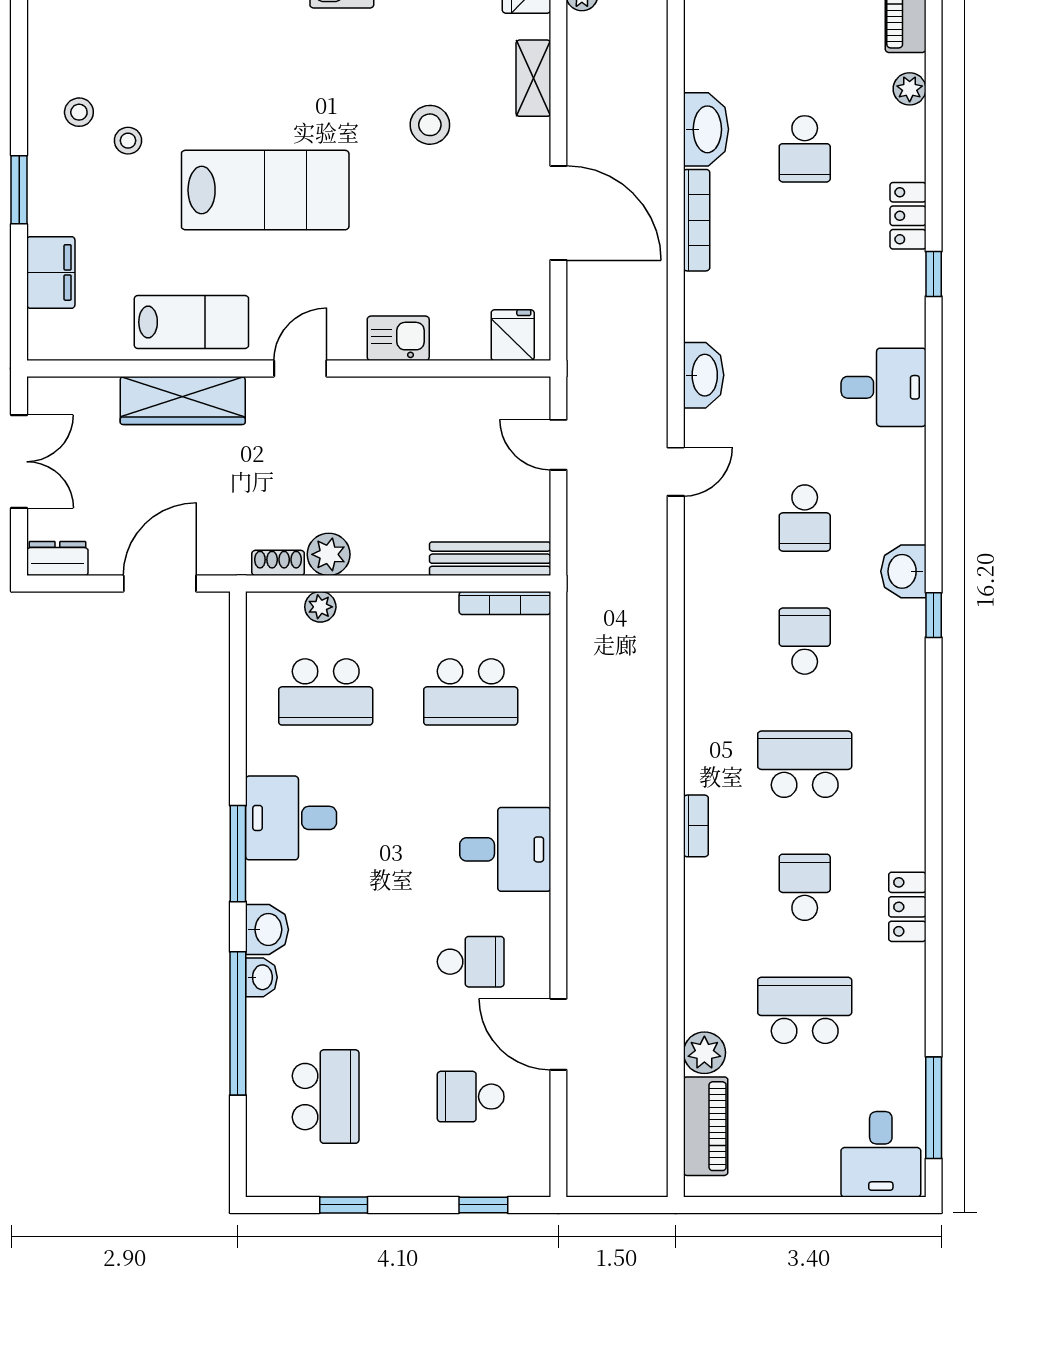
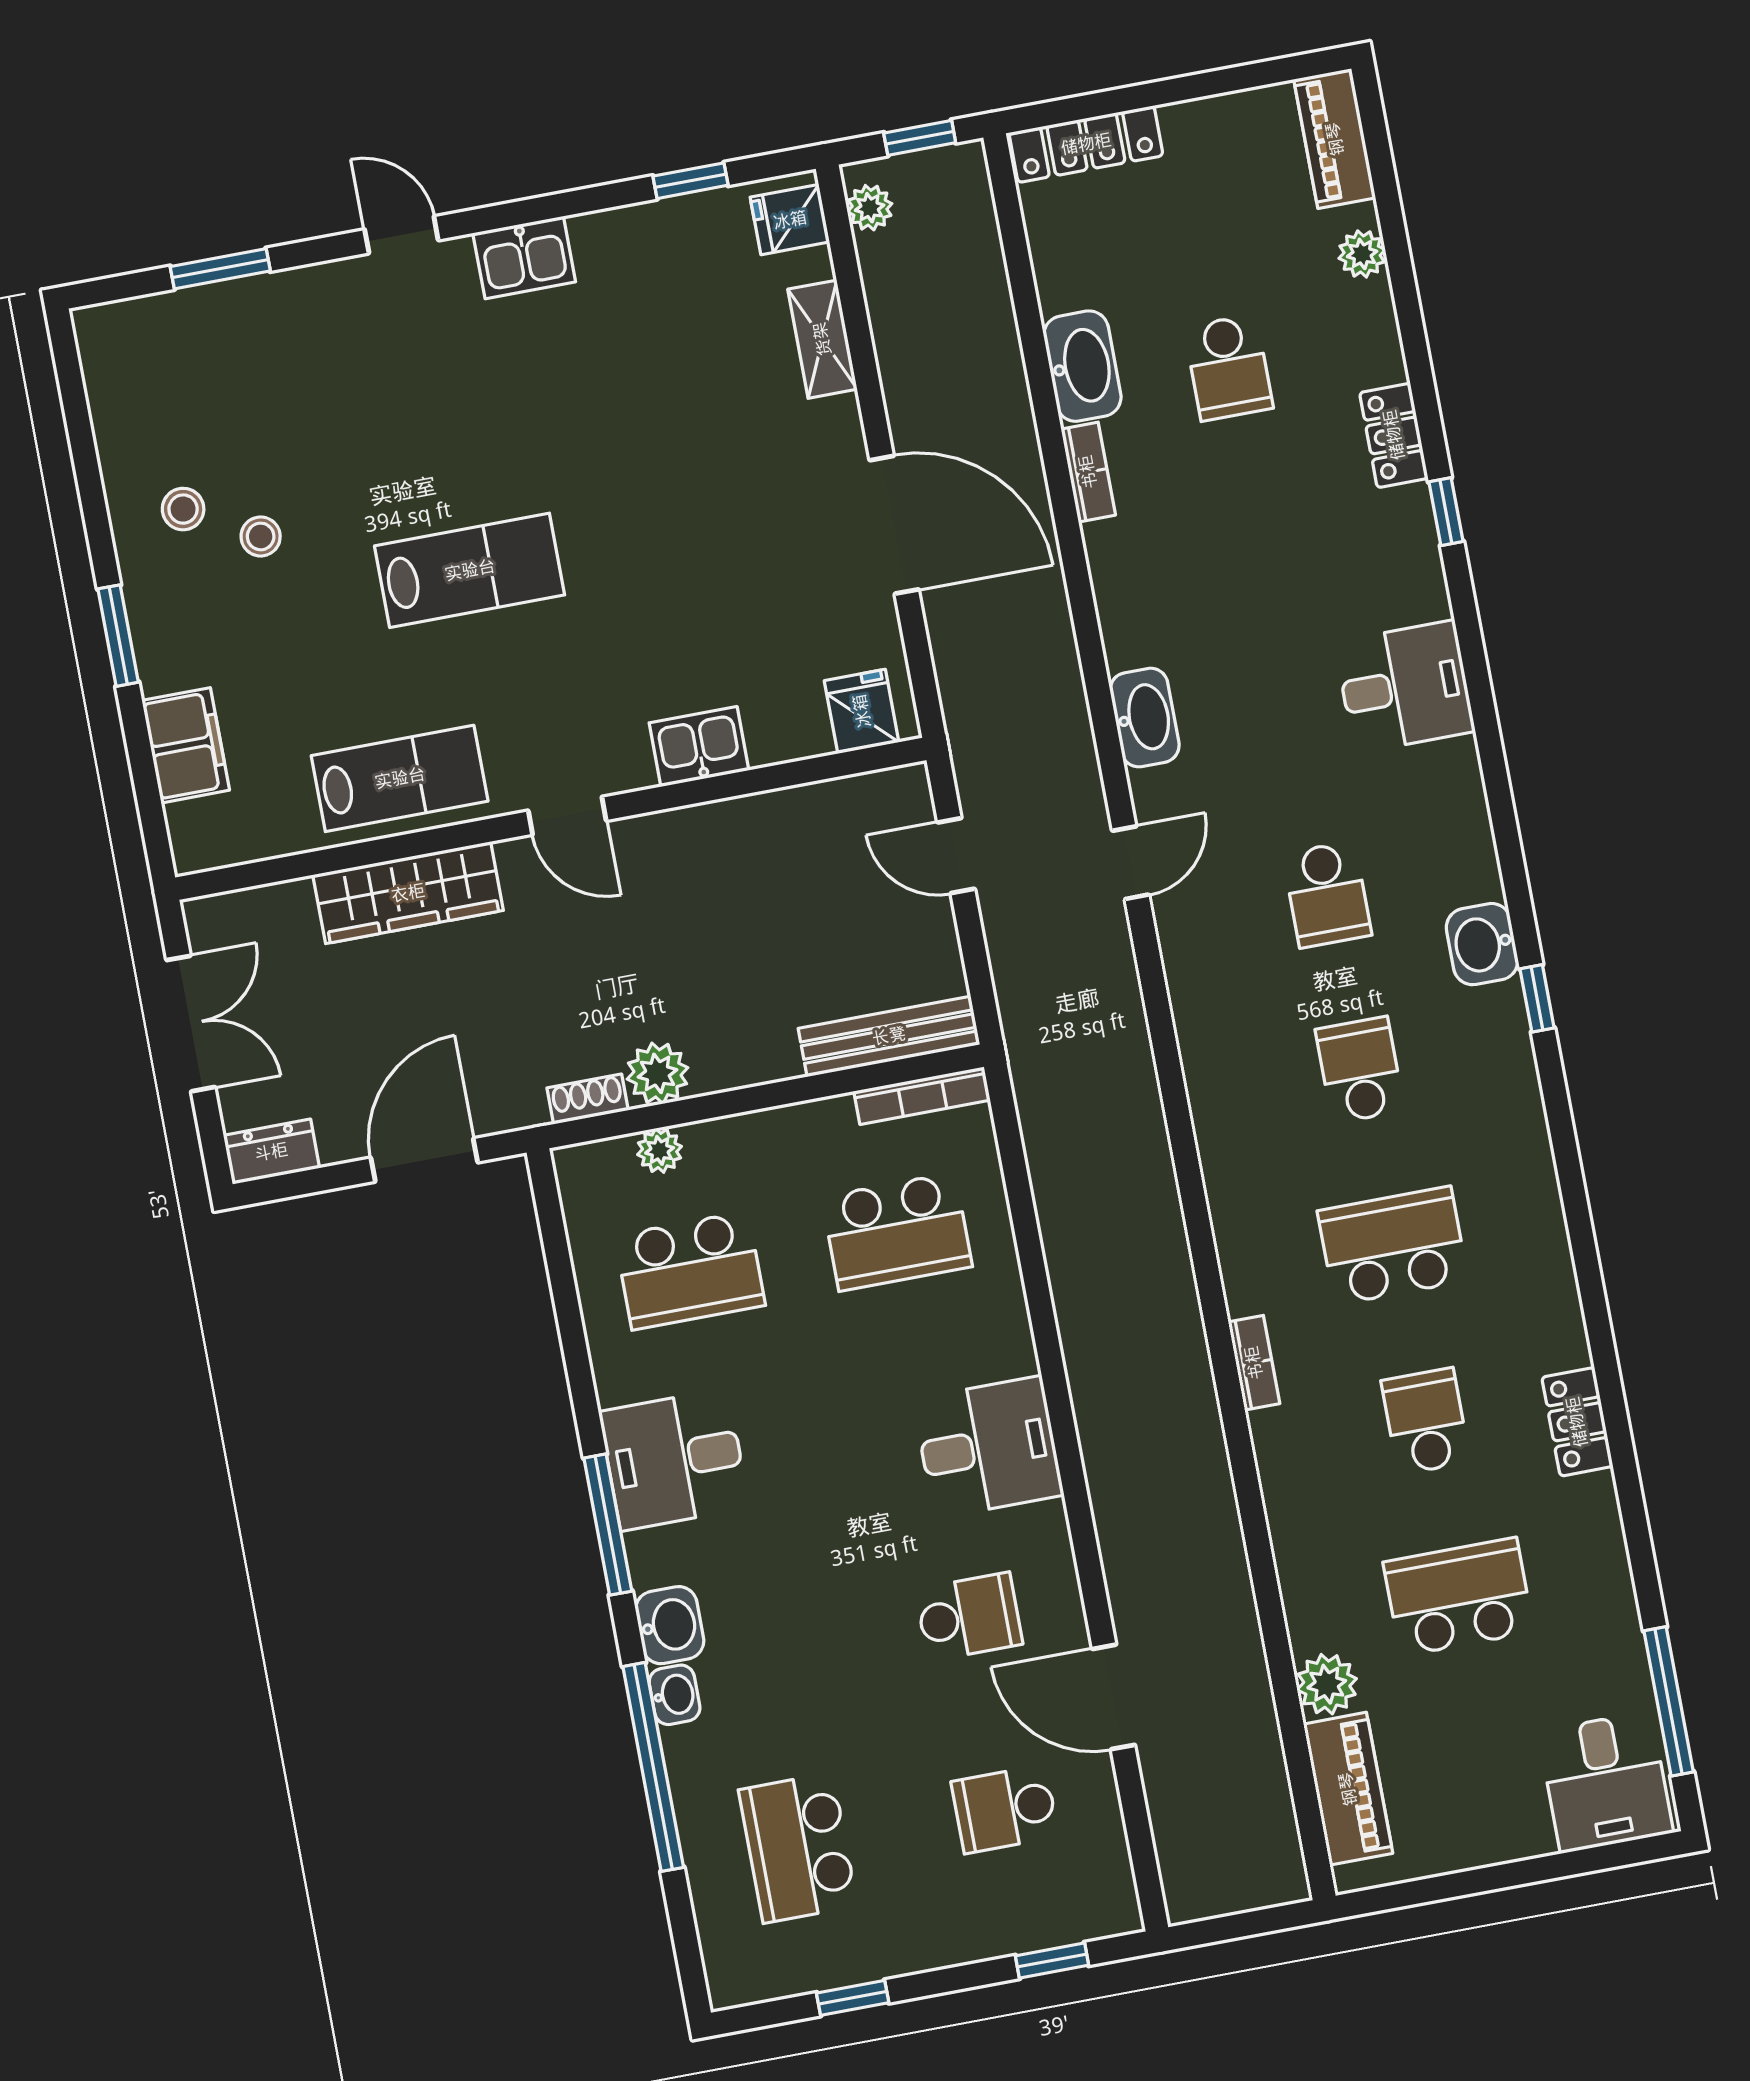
stool: (430, 125) -> (687, 433), removed
lab bench: (265, 190) -> (470, 570), width x0.73, depth x0.72
bookcase: (697, 220) -> (1088, 472), width x0.64
door: (300, 369) -> (567, 816), swing flipped
school desk: (326, 1097) -> (798, 1848), turned 180

